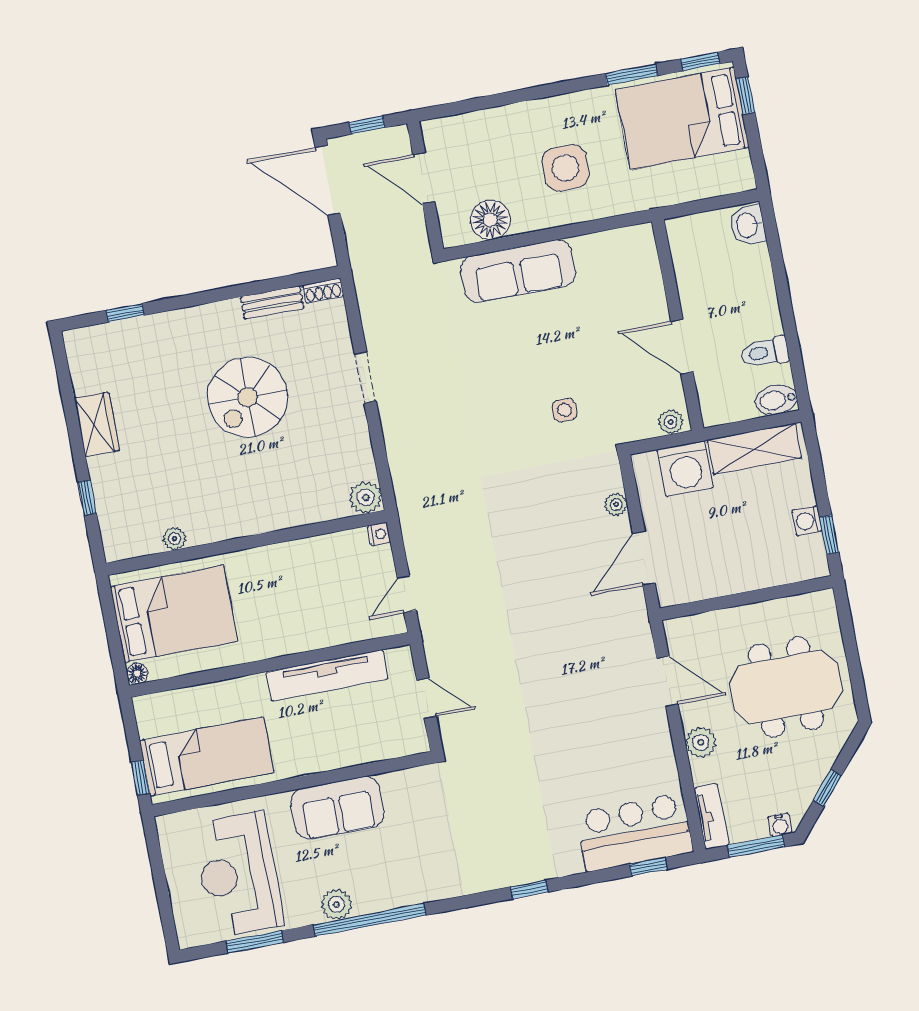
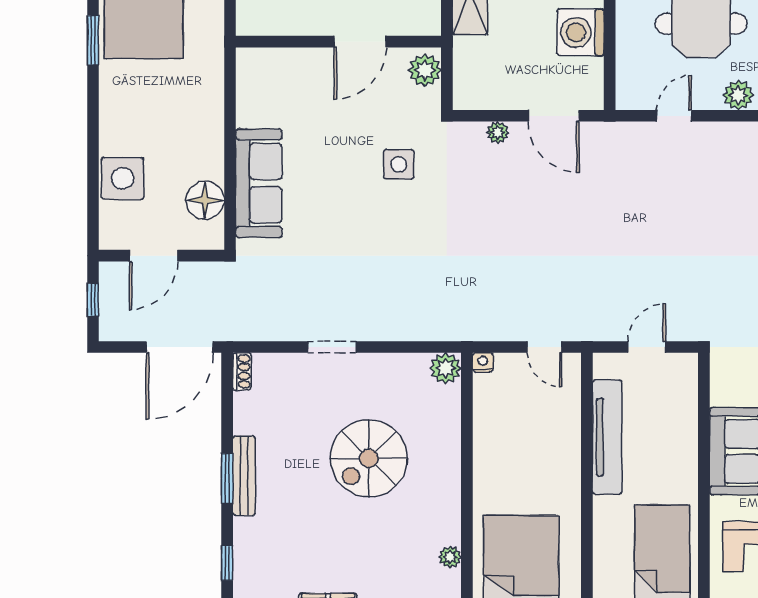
side table: (566, 168) -> (123, 178), moved
door: (328, 180) -> (180, 347), moved
window: (211, 296) -> (227, 479), added
bench: (272, 303) -> (244, 476), moved, width x1.36
spiral stairs: (247, 397) -> (369, 458), moved, turned 90
side table: (564, 410) -> (399, 164), width x1.37, depth x1.37
plant: (671, 422) -> (425, 70), width x1.38, depth x1.38
washing machine: (685, 469) -> (581, 32), moved, turned 180
door: (667, 681) -> (674, 116), width x0.73

